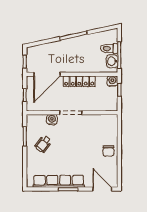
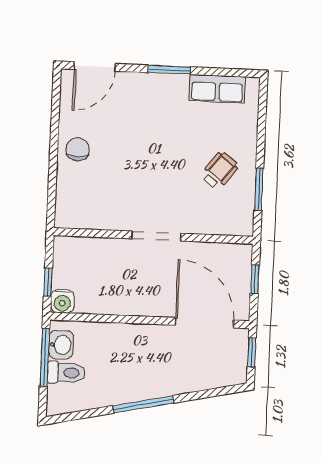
door: (47, 74) -> (205, 323), hinge flipped
locker: (79, 81) -> (135, 304), removed
water cooler: (52, 120) -> (198, 223), removed
row of seats: (59, 181) -> (217, 89), width x0.50
door: (102, 189) -> (95, 67), hinge flipped

